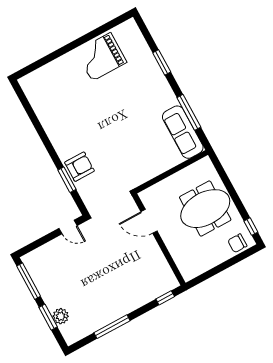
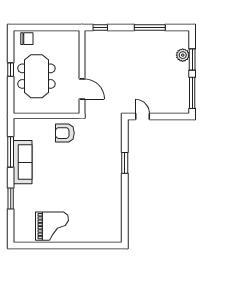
sofa: (183, 132) -> (23, 162), moved
armchair: (79, 167) -> (65, 133), moved
window: (67, 180) -> (125, 163), moved
meeting table: (205, 209) -> (36, 76), turned 90
window: (251, 227) -> (11, 70), moved

